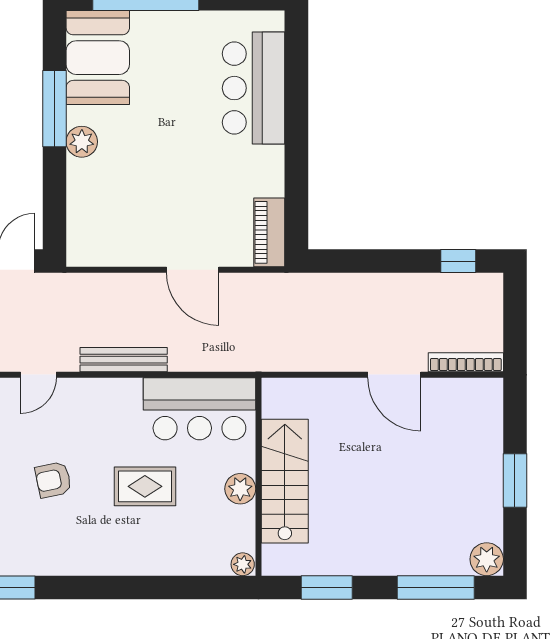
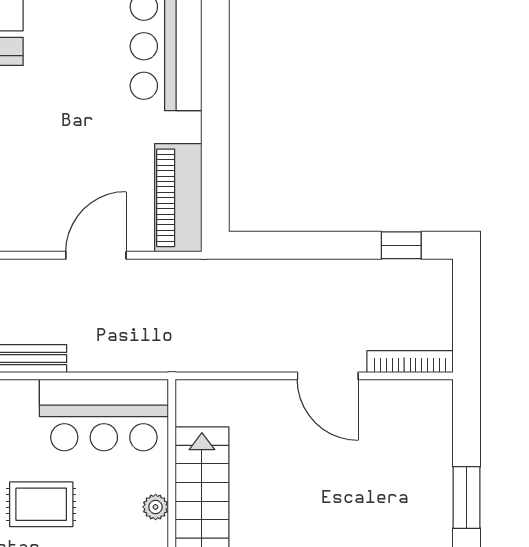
piano: (269, 232) -> (178, 198), width x1.37, depth x1.33
door: (193, 270) -> (96, 255), swing flipped
plant: (240, 489) -> (156, 507), width x0.73, depth x0.73

